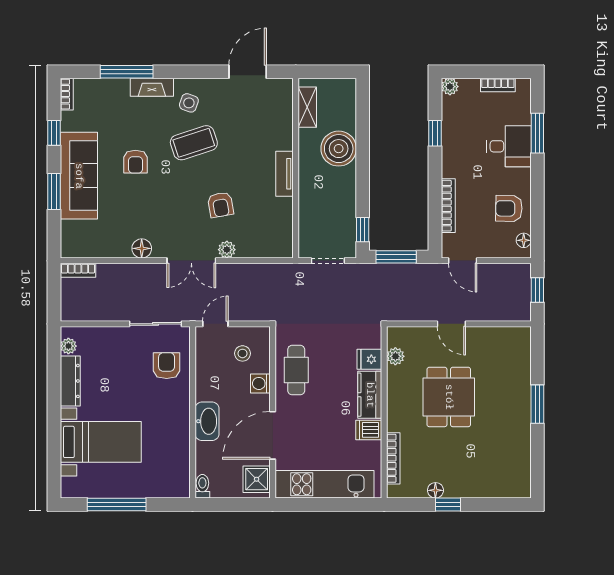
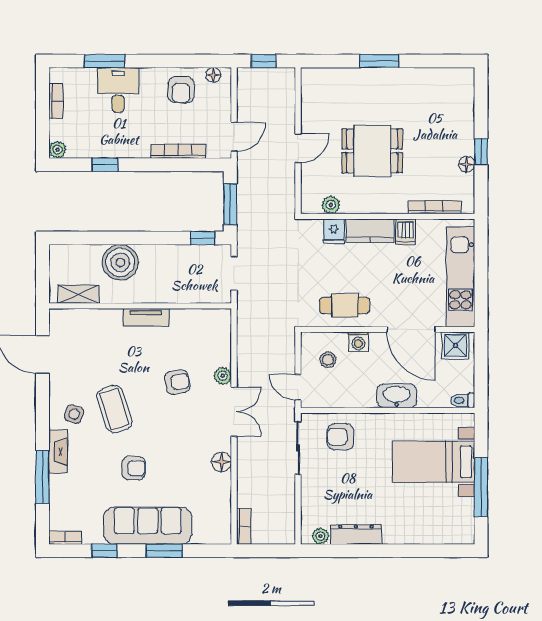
bed with nightstands: (101, 442) -> (434, 462), moved, turned -90

